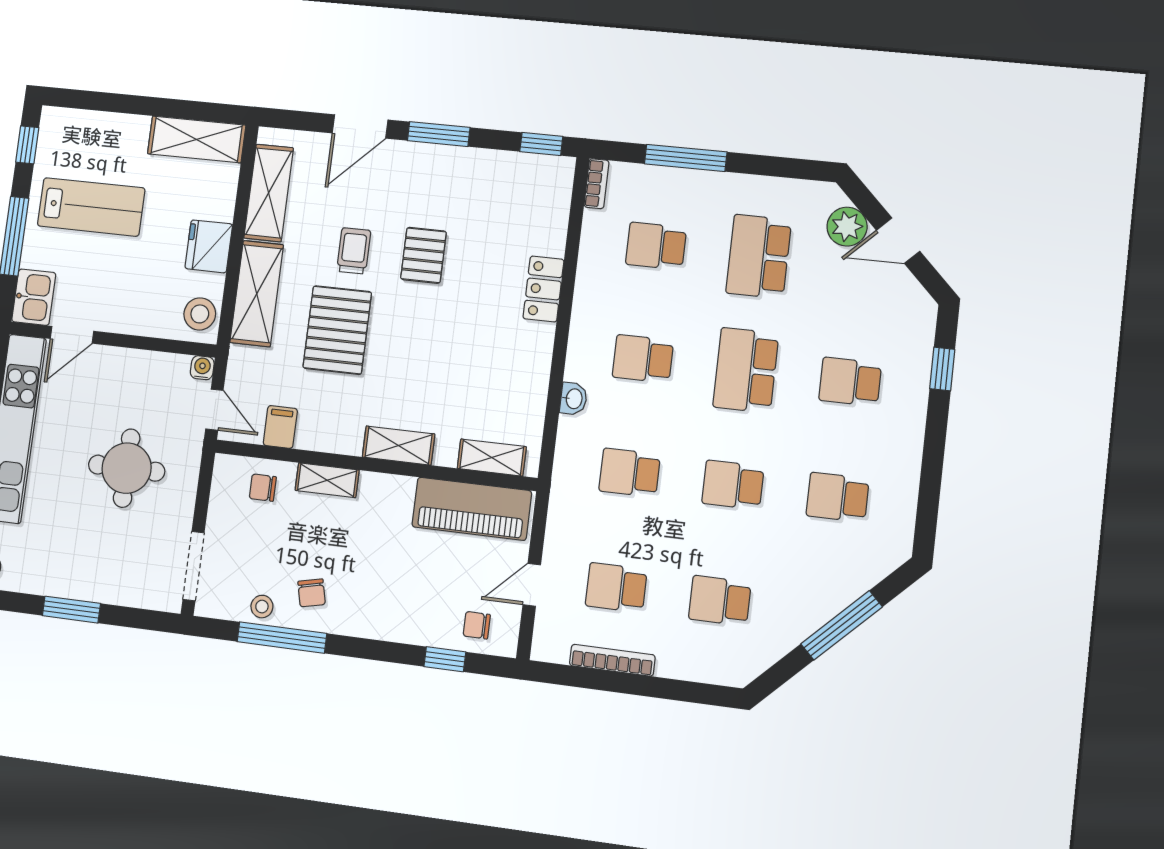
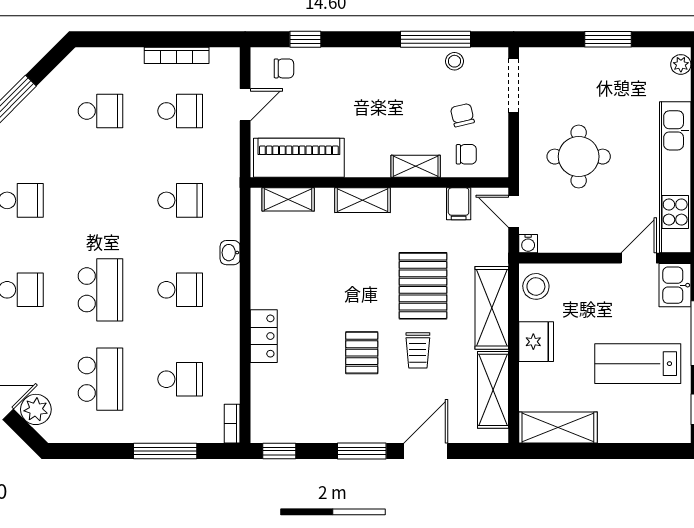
school desk: (733, 485) -> (100, 200), removed
chair: (312, 593) -> (462, 115), moved

